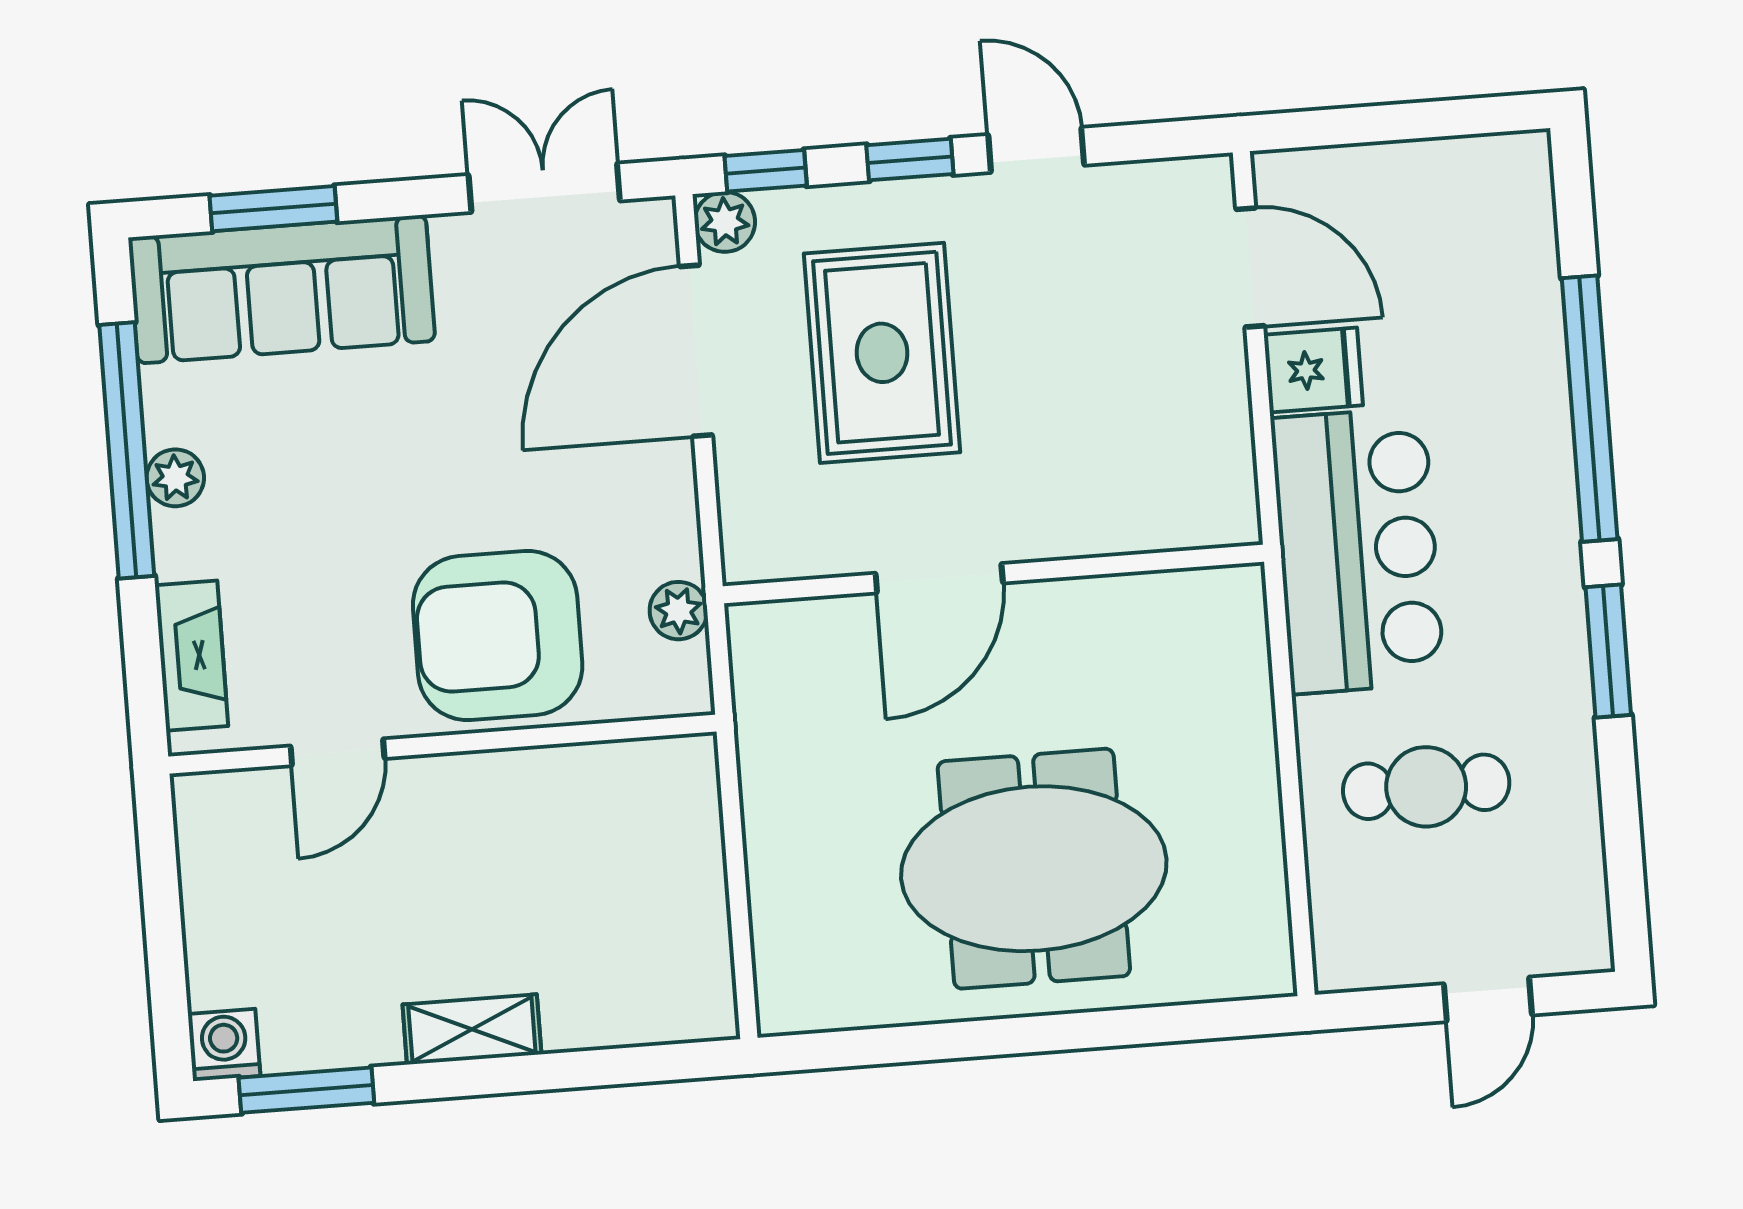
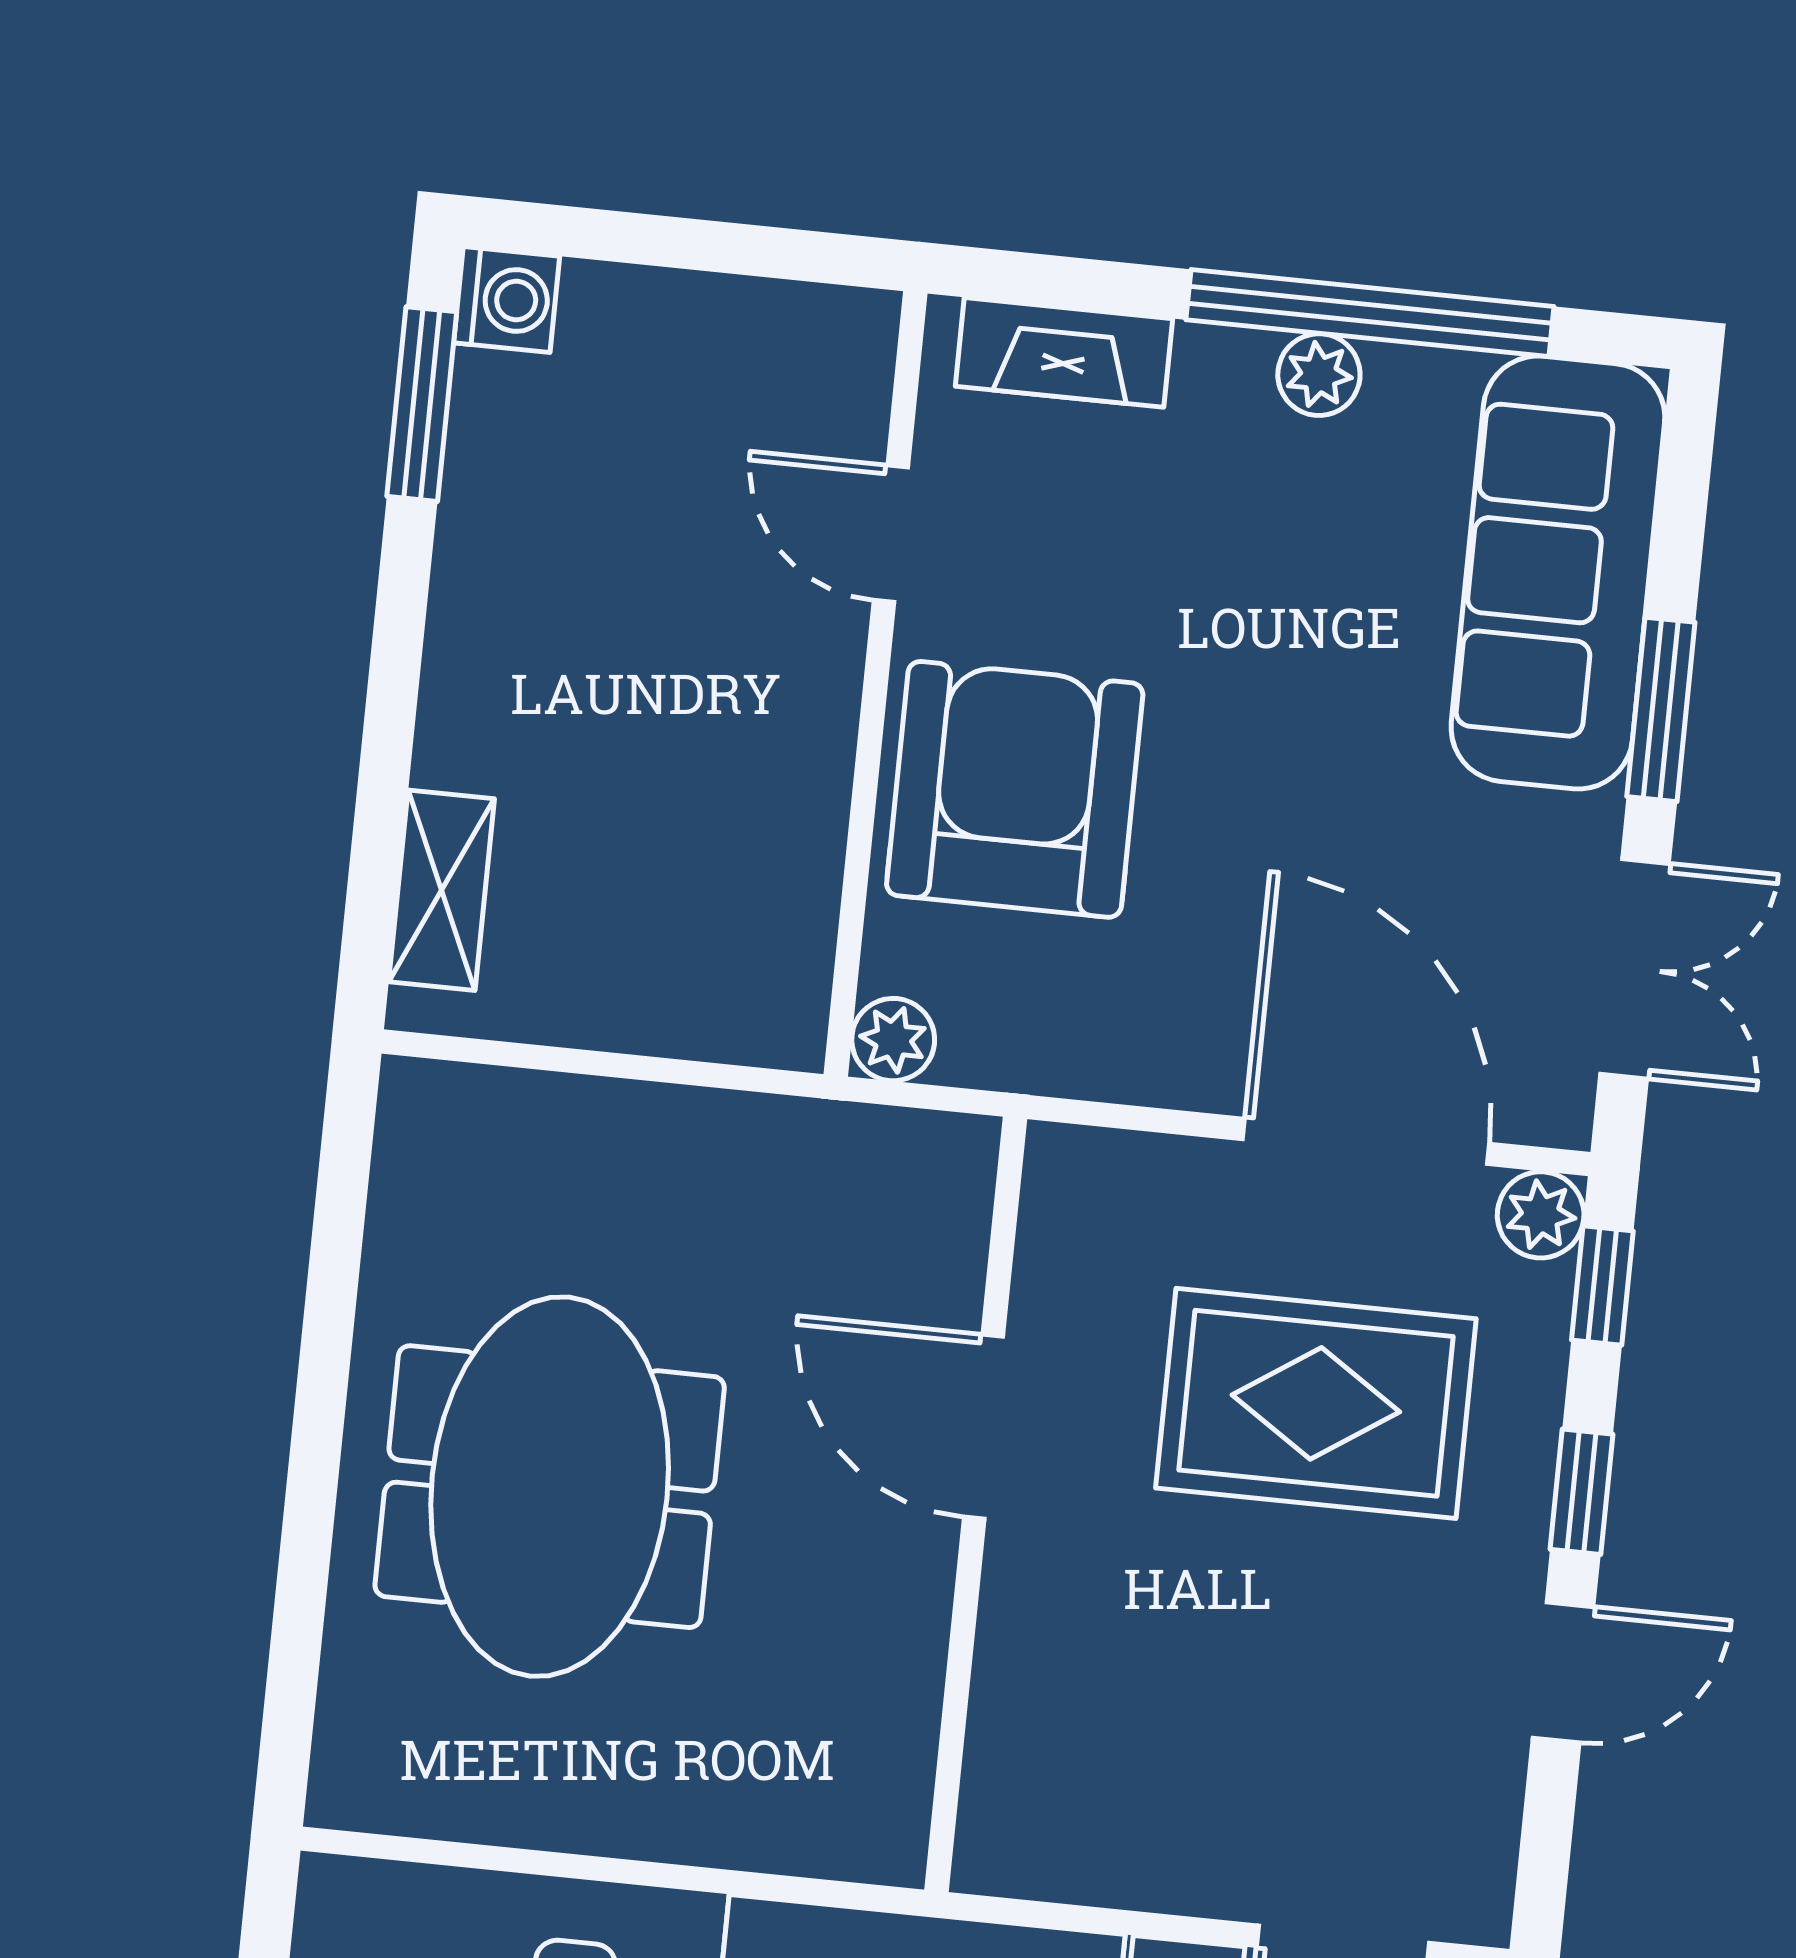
window: (273, 209) -> (1661, 709), moved
plant: (679, 611) -> (893, 1040), moved
shelving: (472, 1029) -> (442, 890), moved

